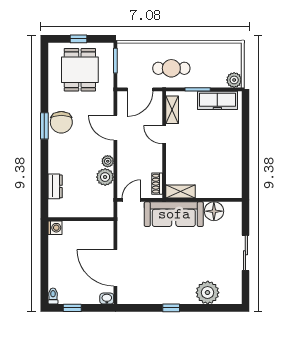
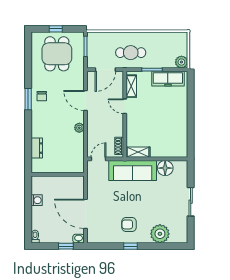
chair: (61, 122) -> (42, 96), width x0.54, depth x0.54
plant: (105, 177) -> (77, 140), removed
washing machine: (55, 228) -> (37, 200), moved
armchair: (169, 281) -> (129, 224), added
window: (72, 308) -> (66, 246), moved

